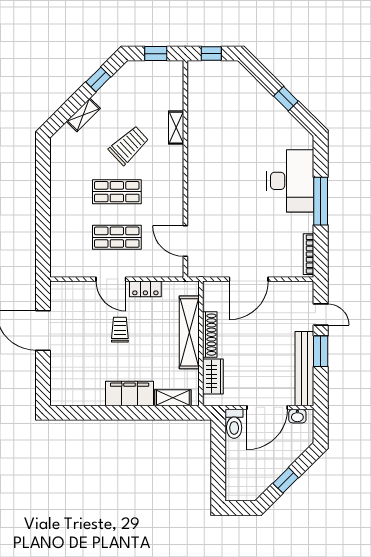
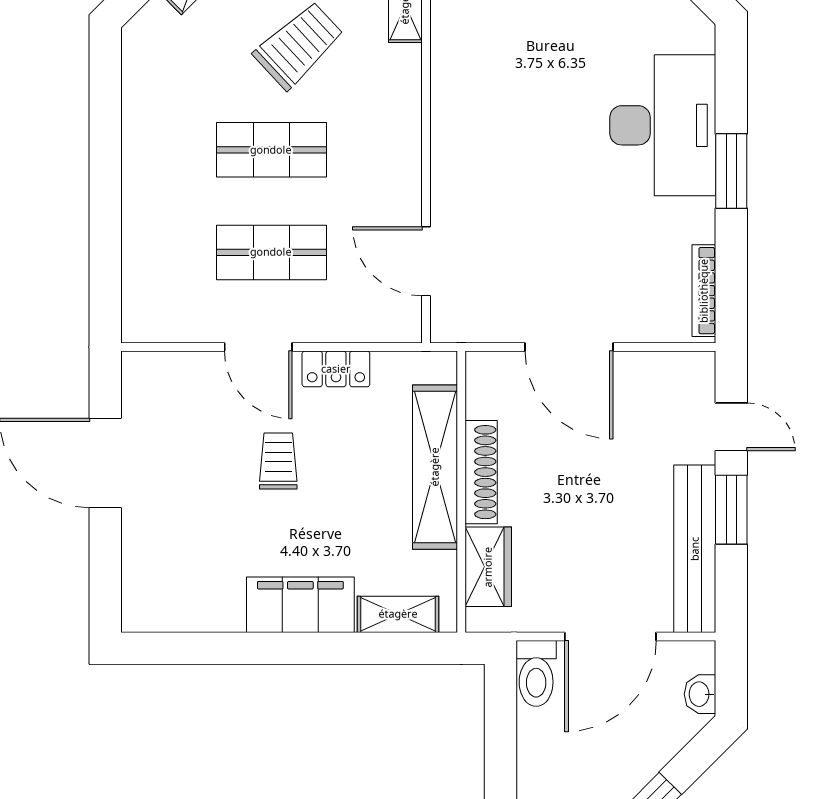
window: (321, 201) -> (731, 171), width x0.69
door: (249, 279) -> (569, 347), hinge flipped
washbasin: (297, 416) -> (700, 694), moved, turned 90

